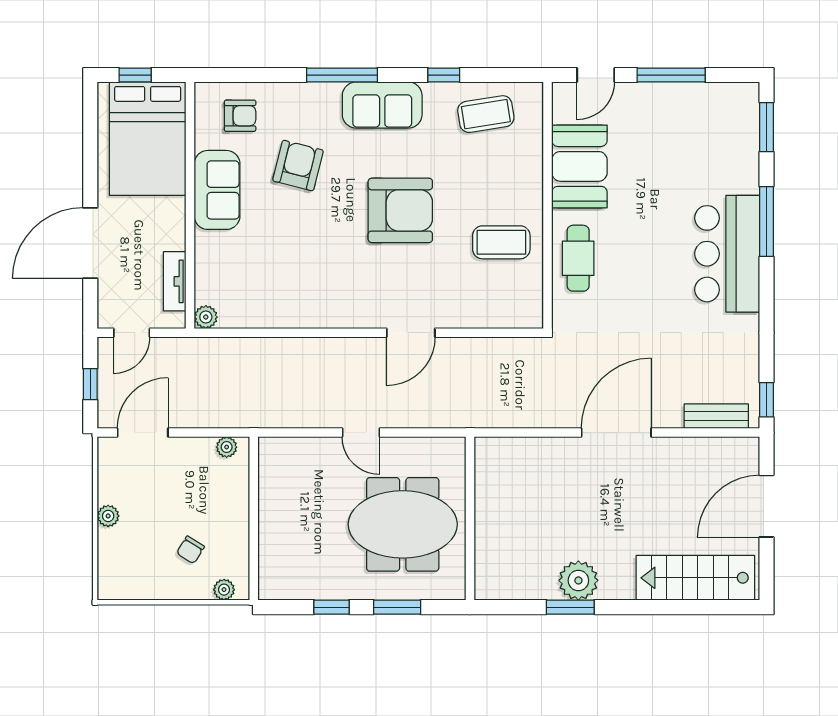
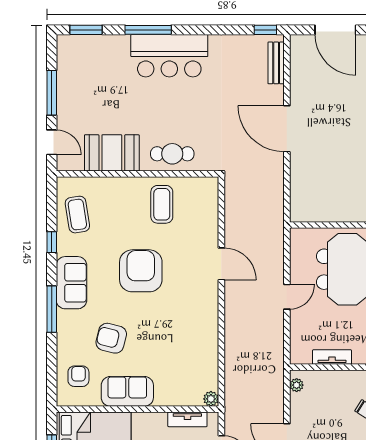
tv unit: (269, 501) -> (332, 357), added

